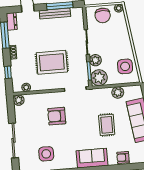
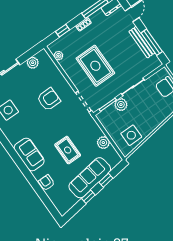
plant: (99, 78) -> (107, 117), removed
plant: (19, 100) -> (33, 63), moved
armchair: (57, 116) -> (49, 99), turned 90
rug: (107, 125) -> (68, 150), turned 90

